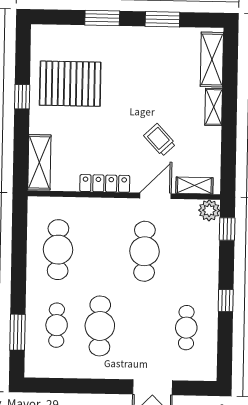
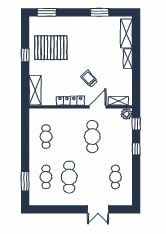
window: (102, 18) -> (47, 12), moved
trolley: (160, 140) -> (89, 79), moved
cafe table: (58, 250) -> (46, 137), width x0.73, depth x0.74
window: (226, 301) -> (136, 149), moved

